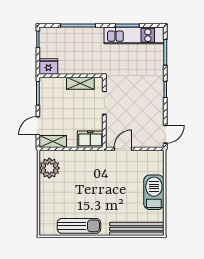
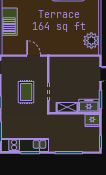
rug: (133, 103) -> (26, 92), added
freezer: (90, 139) -> (89, 106), moved, turned 180
shelving: (53, 141) -> (89, 62), removed
door: (123, 149) -> (34, 56), swing flipped

